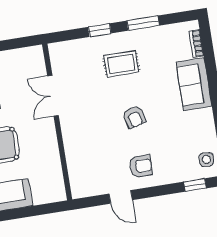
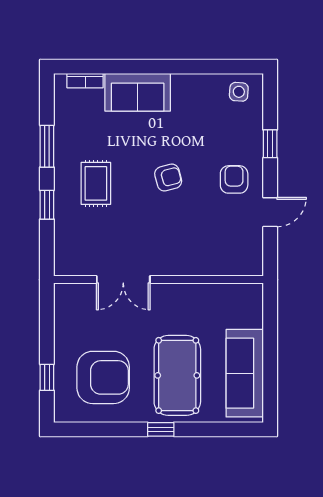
window: (195, 185) -> (270, 144), moved

